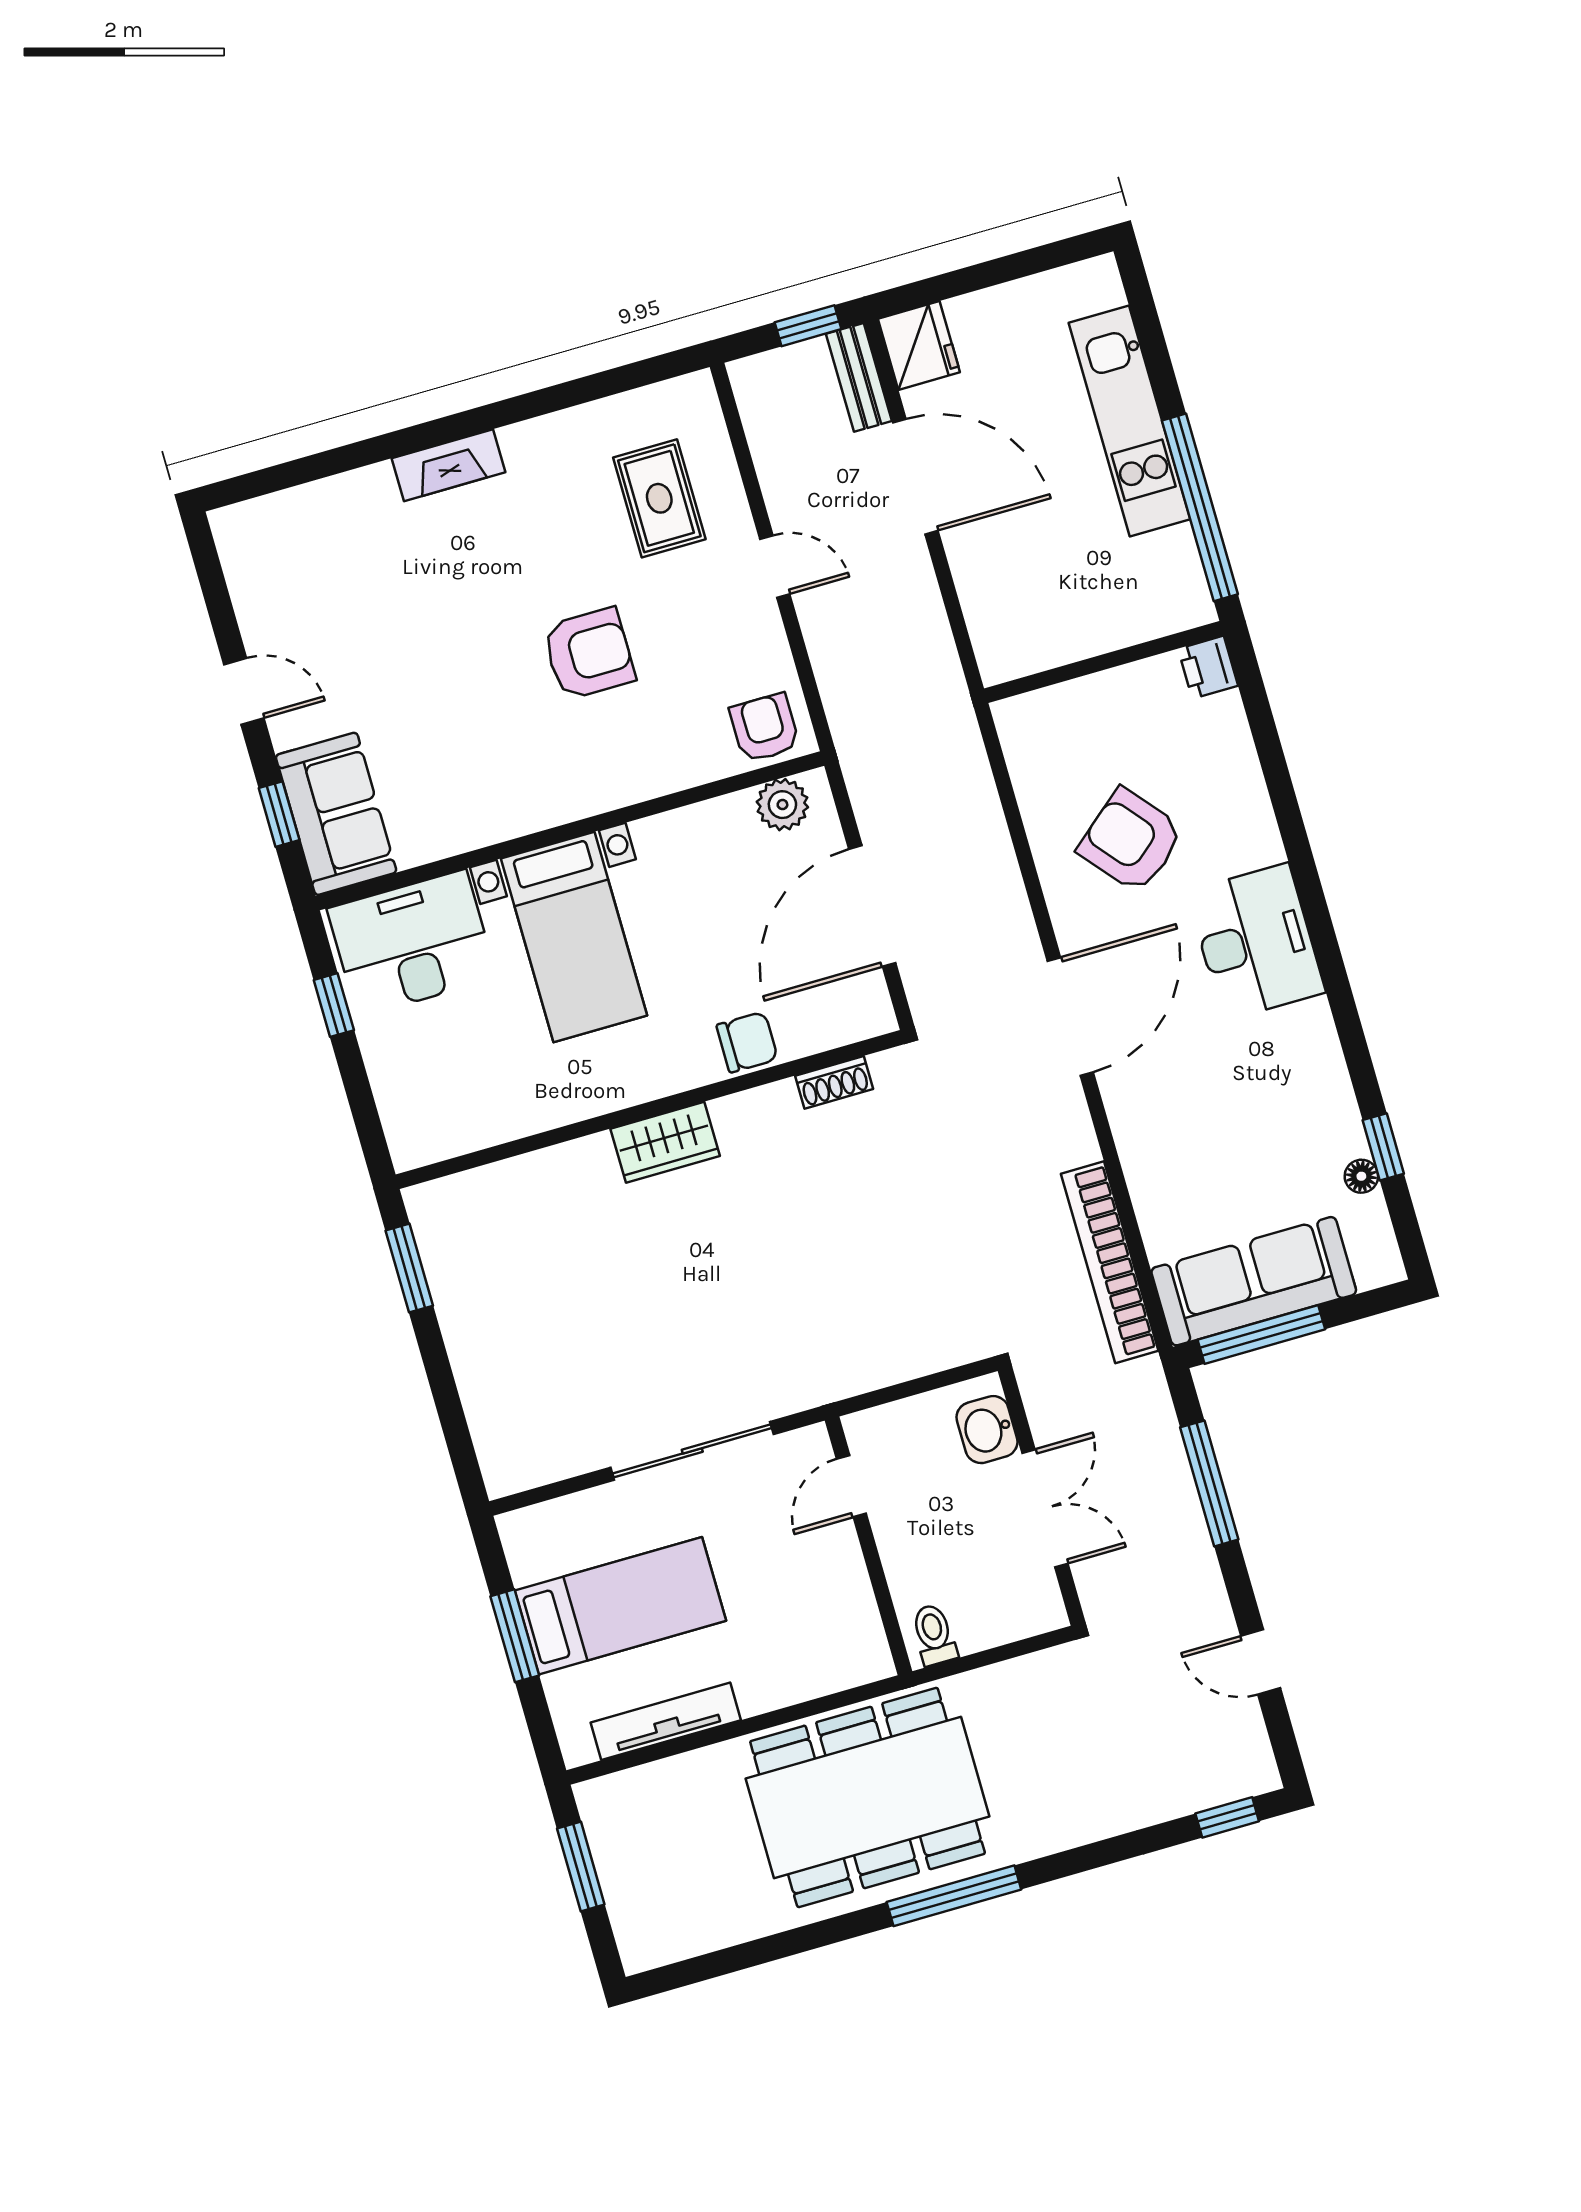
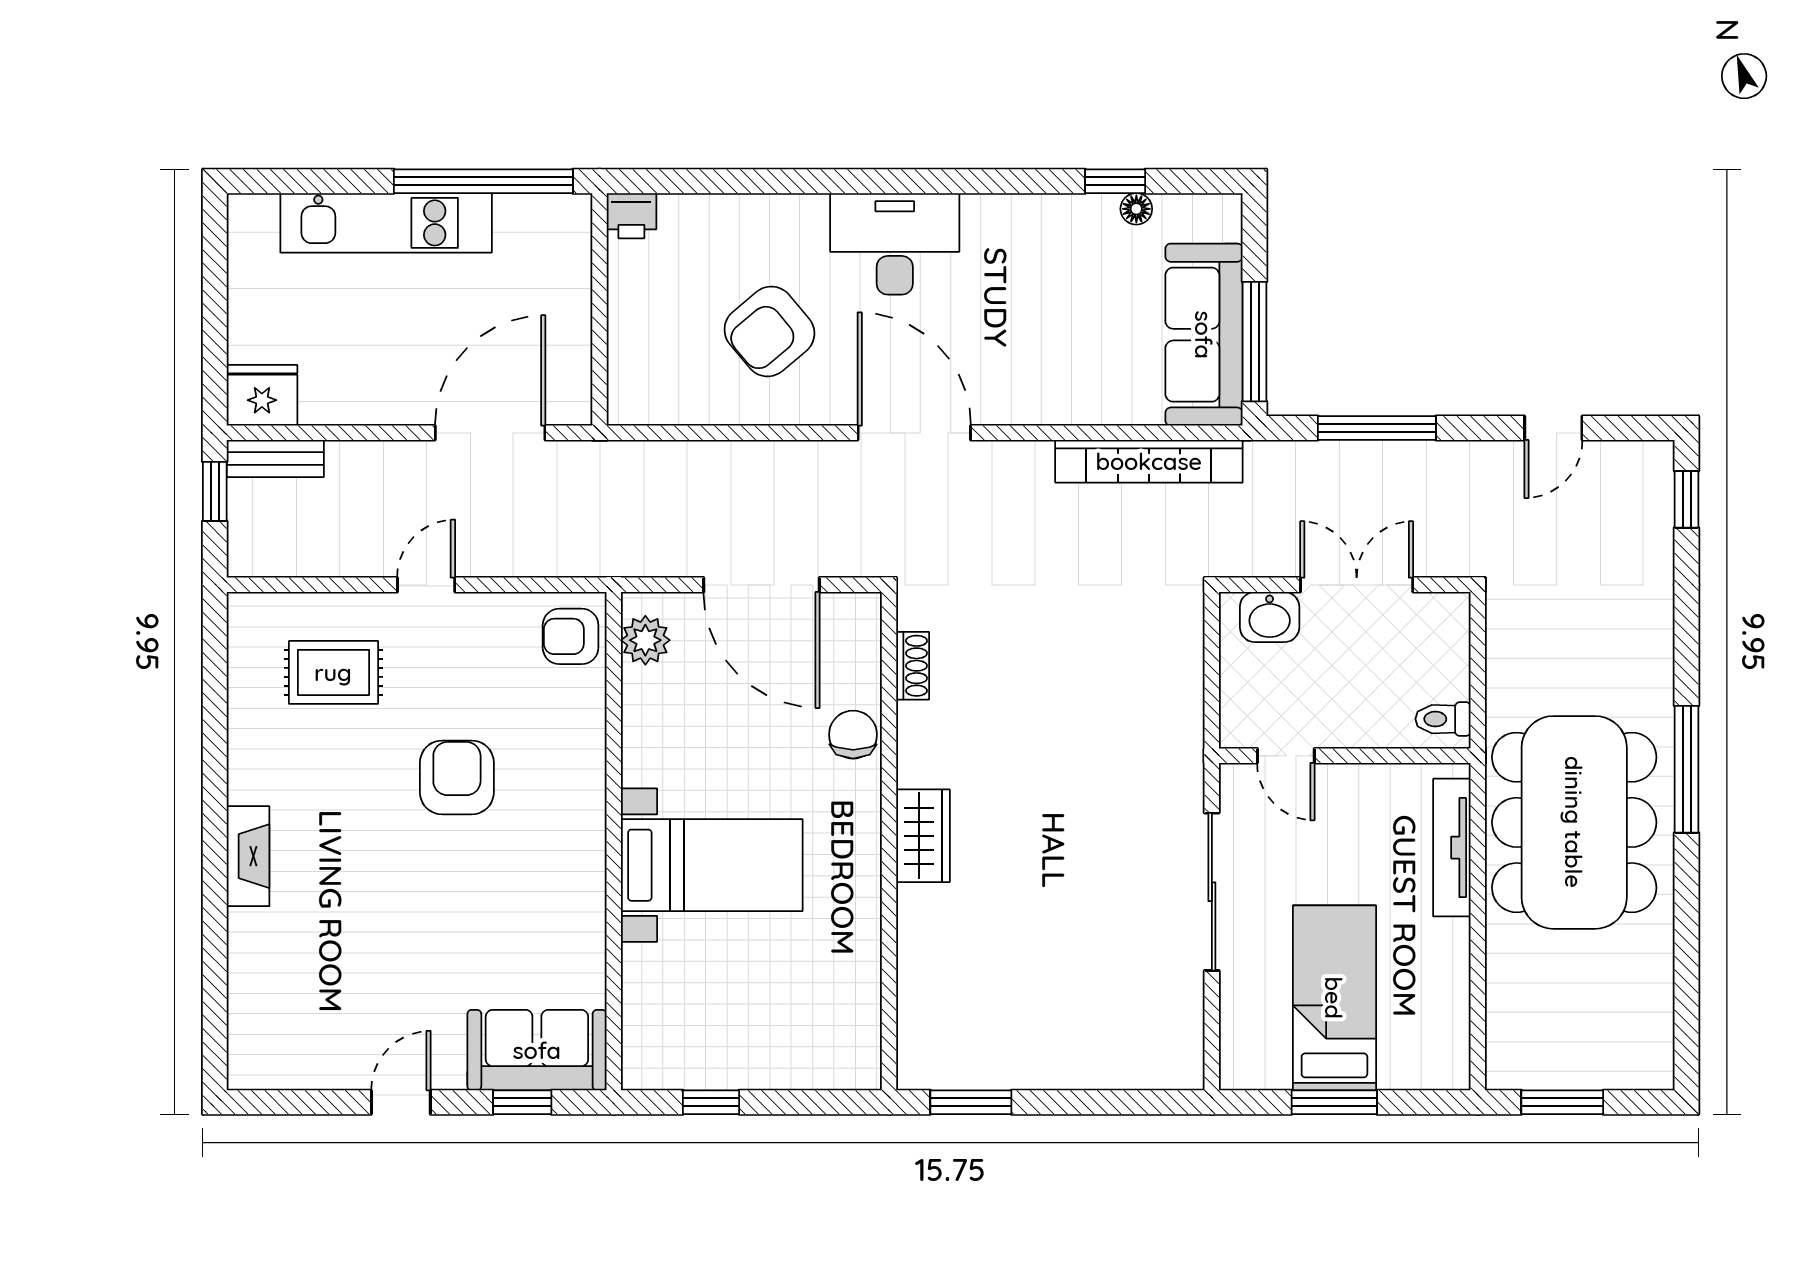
door: (915, 477) -> (490, 433), moved
desk: (412, 943) -> (675, 1015), removed
tv unit: (666, 1721) -> (1452, 848), moved

